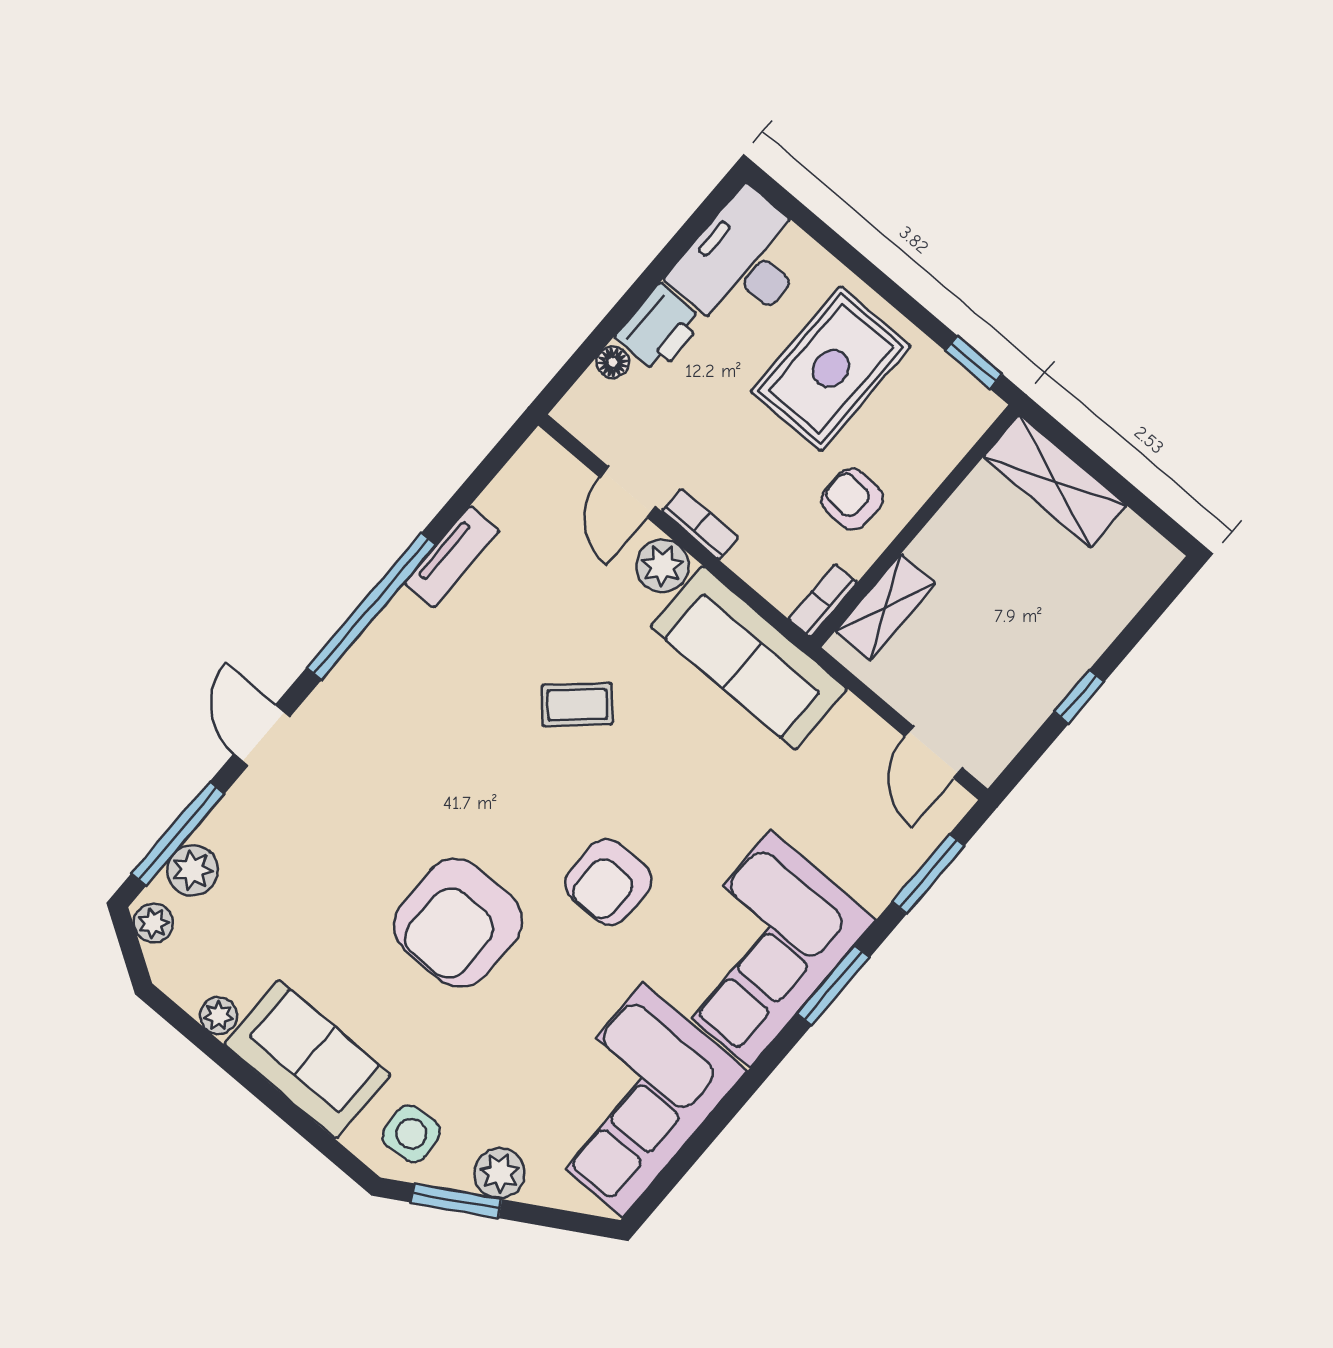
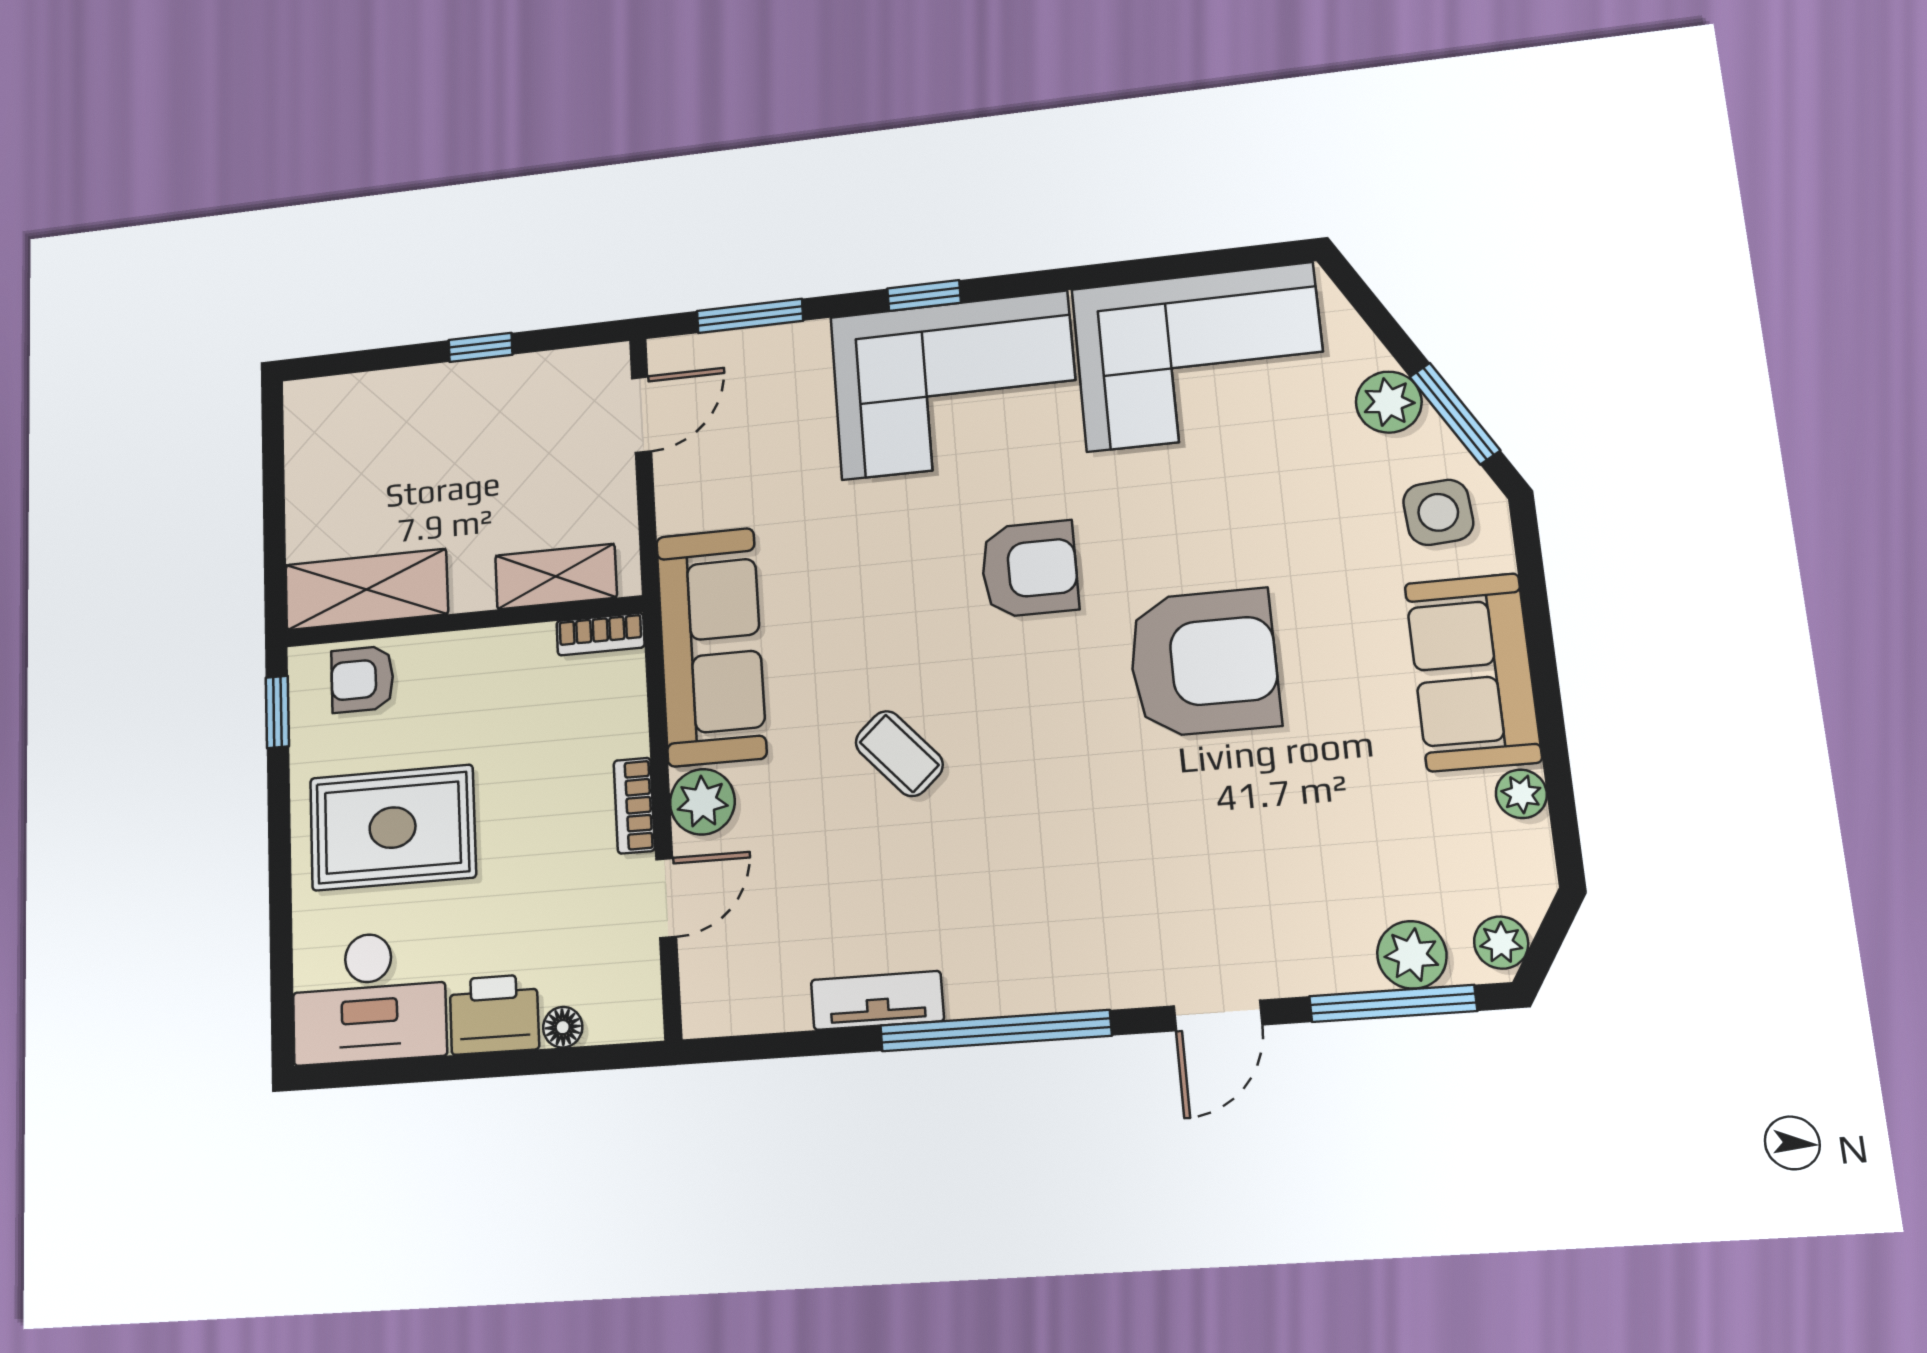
shelving: (1055, 481) -> (366, 589), moved, turned 90
armchair: (852, 499) -> (362, 679), moved, turned 86
window: (833, 985) -> (924, 296), width x0.67

